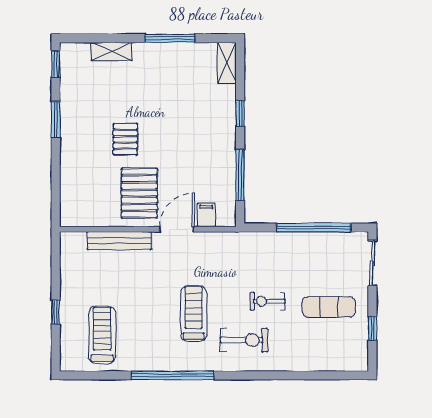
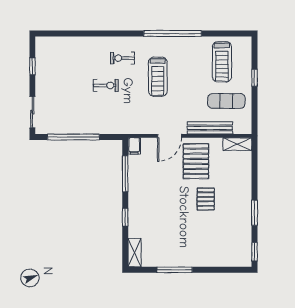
shelving: (112, 52) -> (237, 144), moved
filing cabinet: (206, 215) -> (134, 146), moved
exercise mat: (329, 307) -> (226, 101), moved
exercise bike: (244, 340) -> (123, 58), width x0.73, depth x0.72

